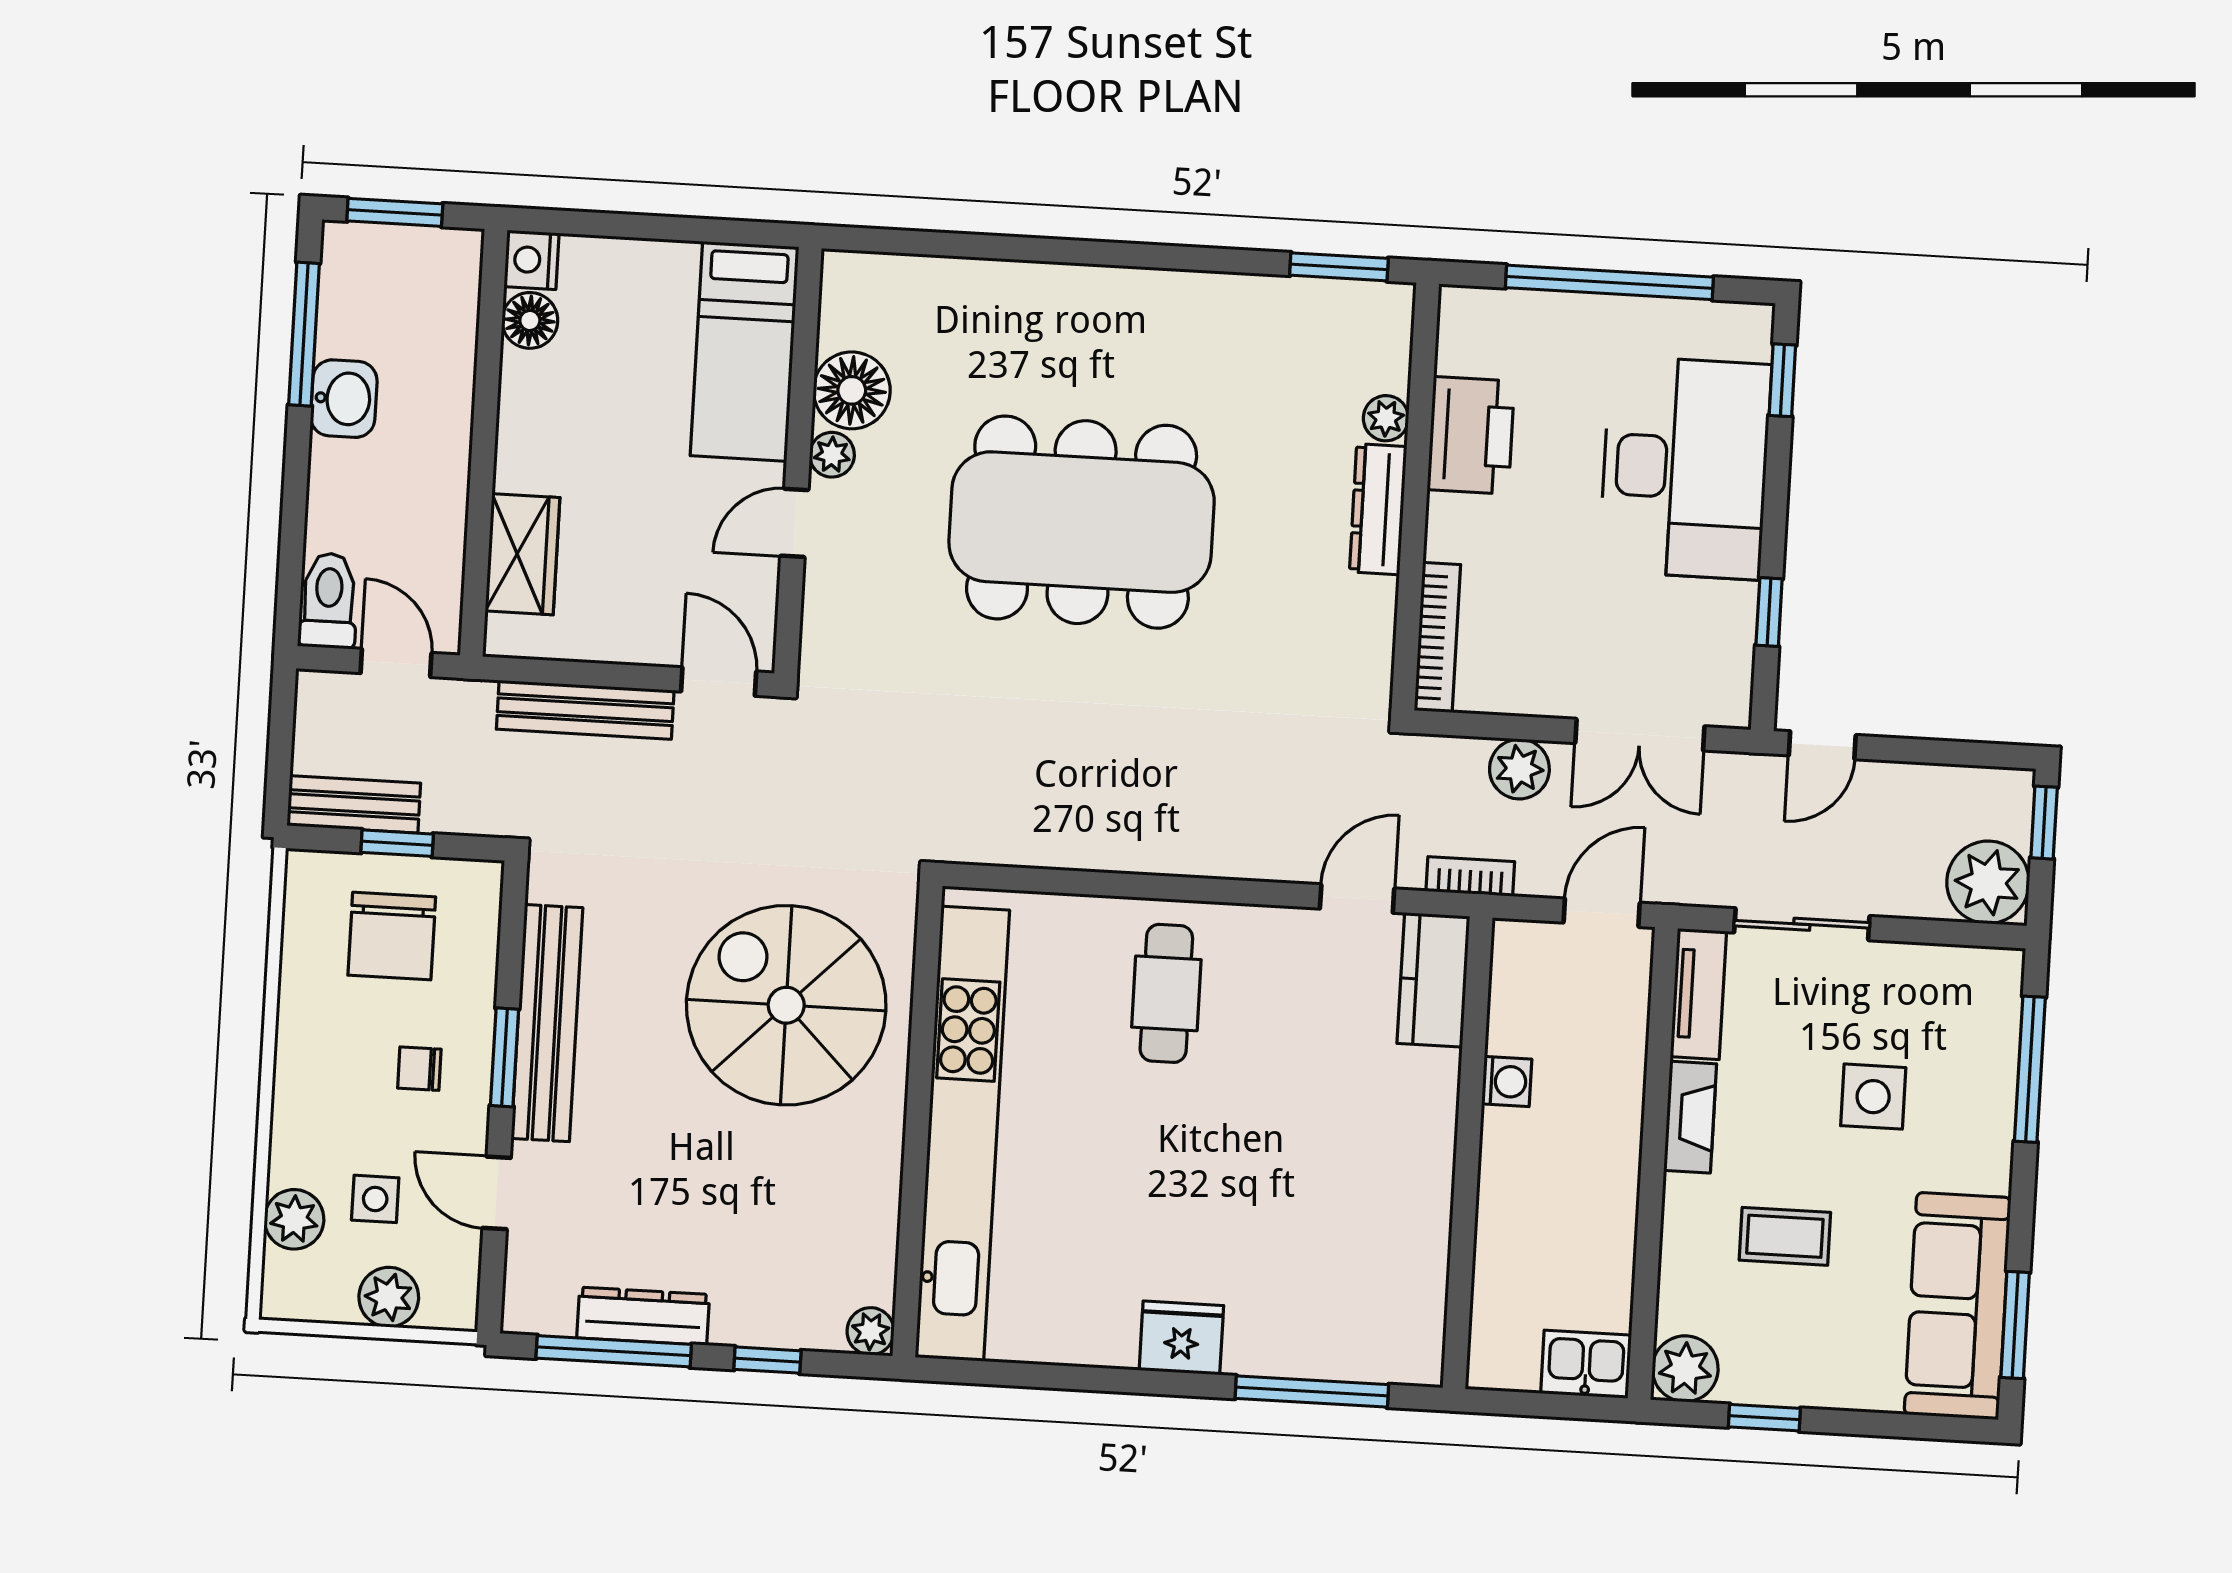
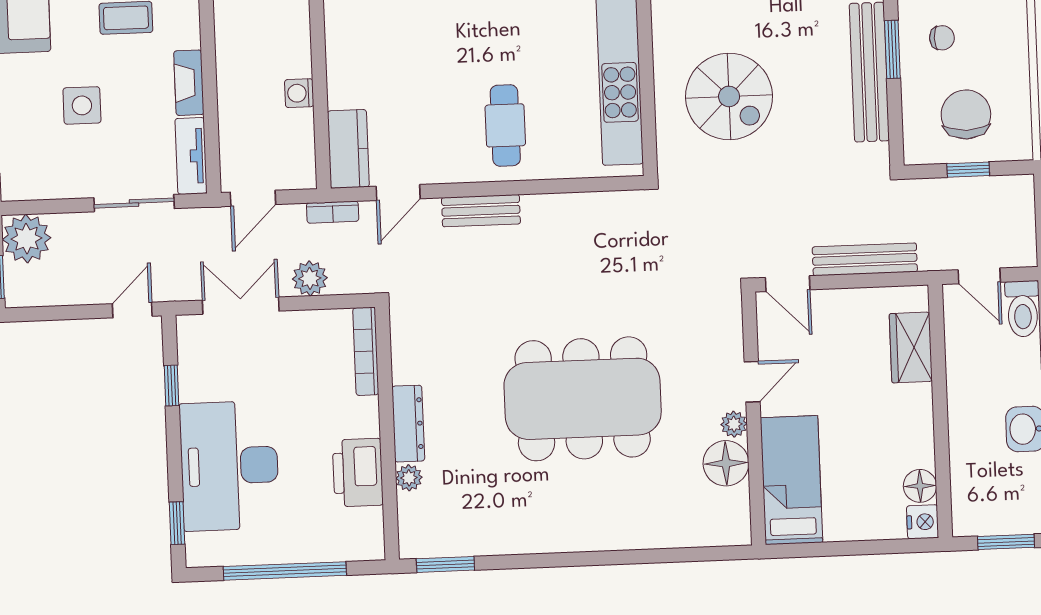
bench: (354, 804) -> (481, 211), moved
spiral stairs: (786, 1005) -> (729, 96), width x0.73, depth x0.73

